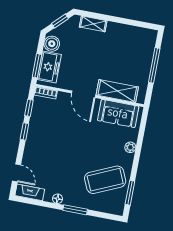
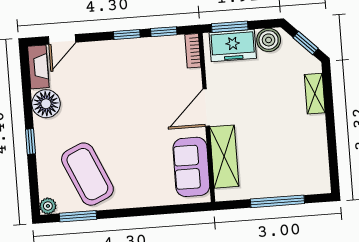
plant: (130, 147) -> (48, 206), moved
floor lamp: (57, 199) -> (46, 104), width x1.89, depth x1.89
window: (75, 210) -> (30, 141), width x0.67

